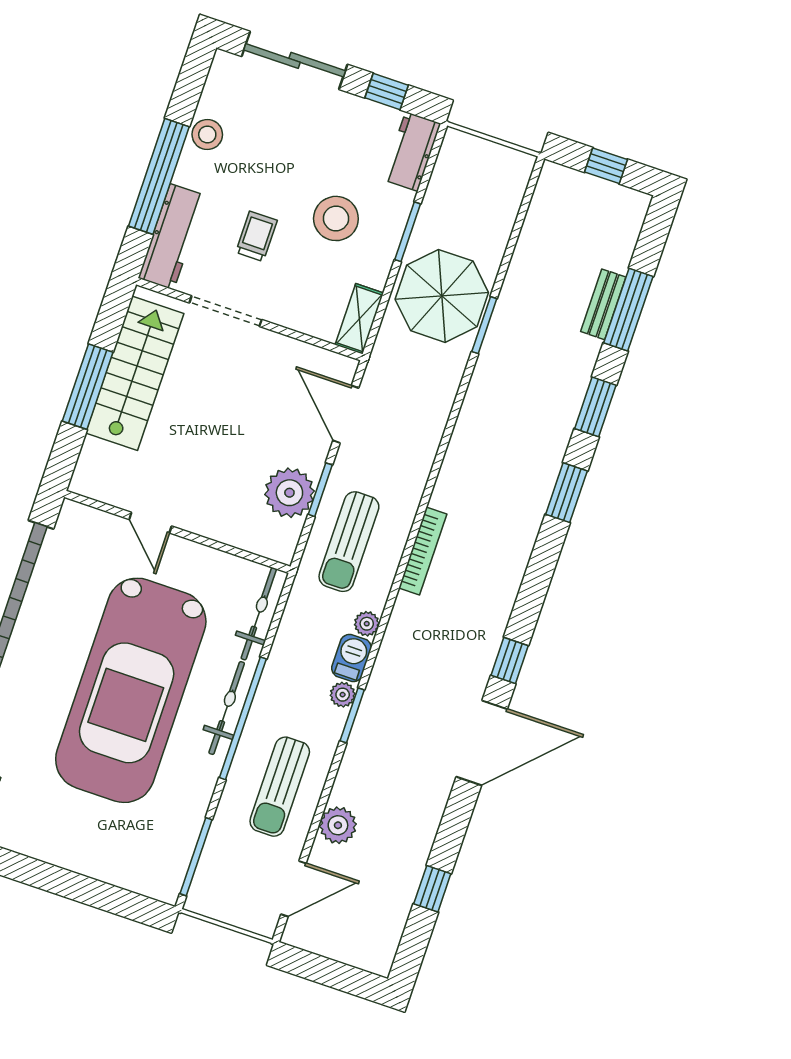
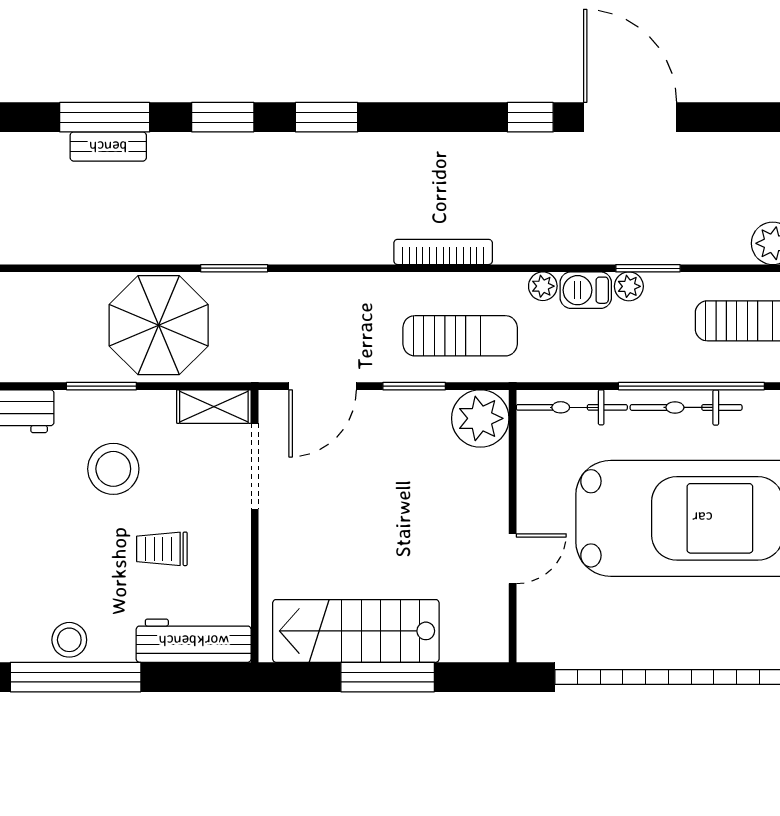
window: (159, 176) -> (76, 677), moved
doorway: (226, 311) -> (255, 466), moved
window: (484, 325) -> (234, 268), moved
plant: (289, 493) -> (480, 418), moved

